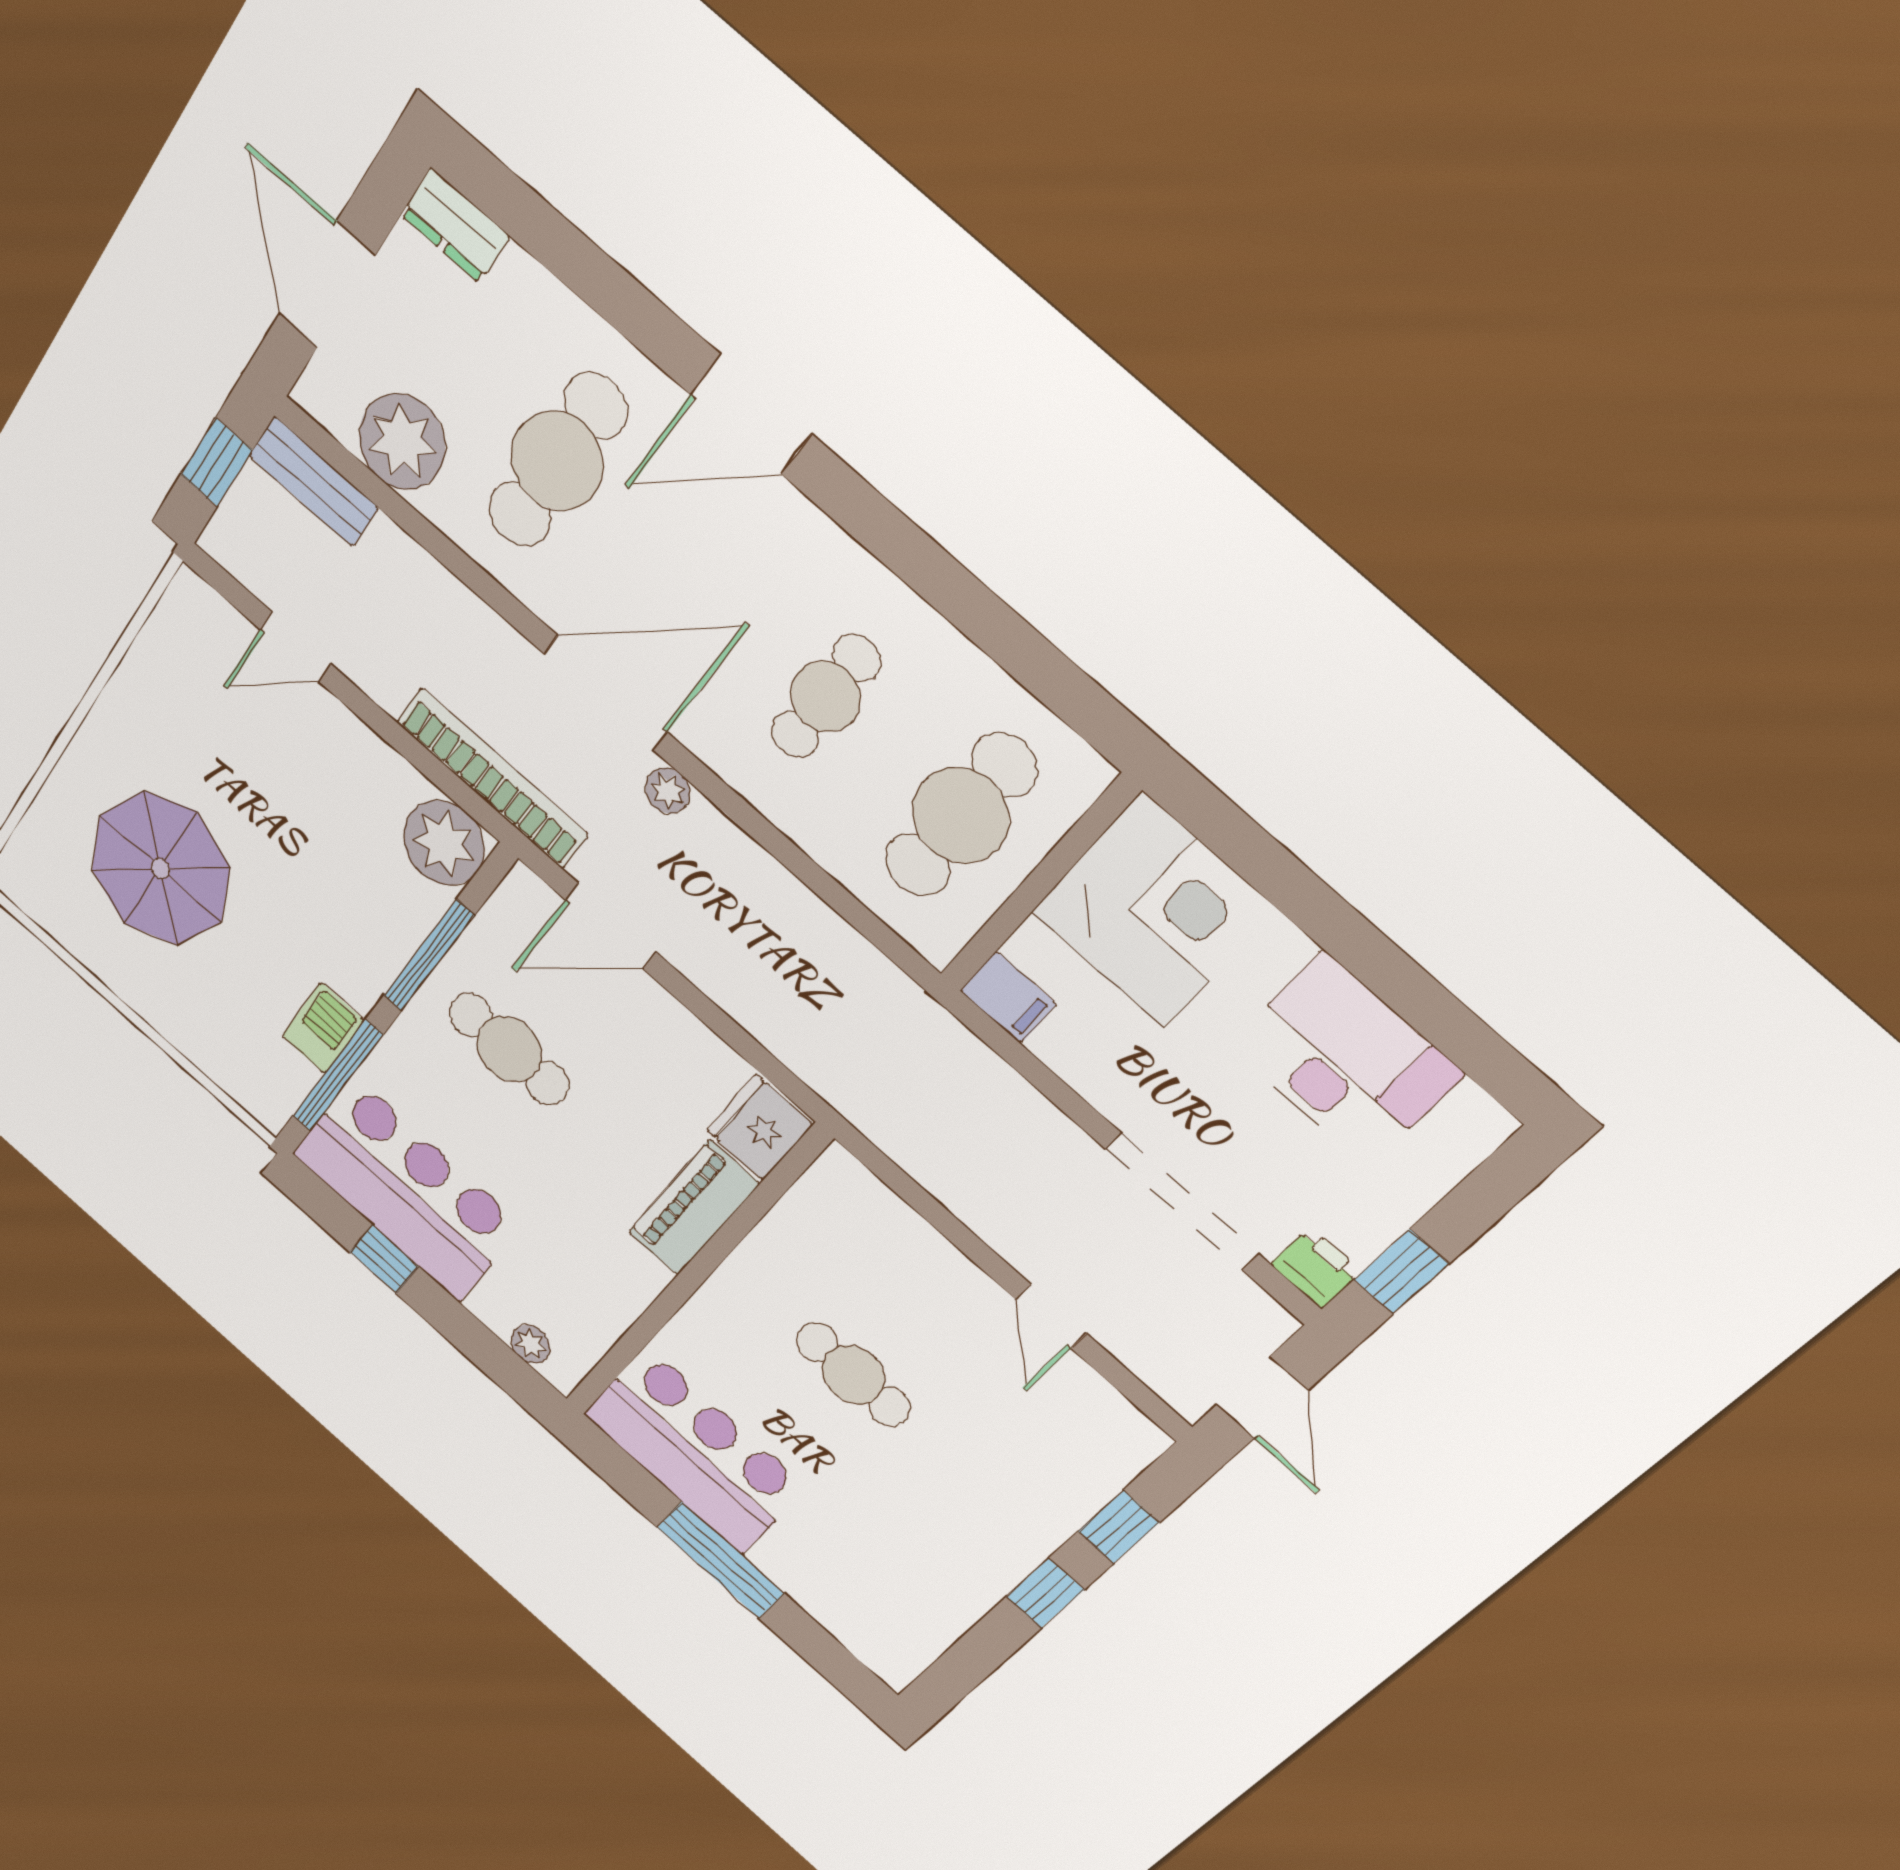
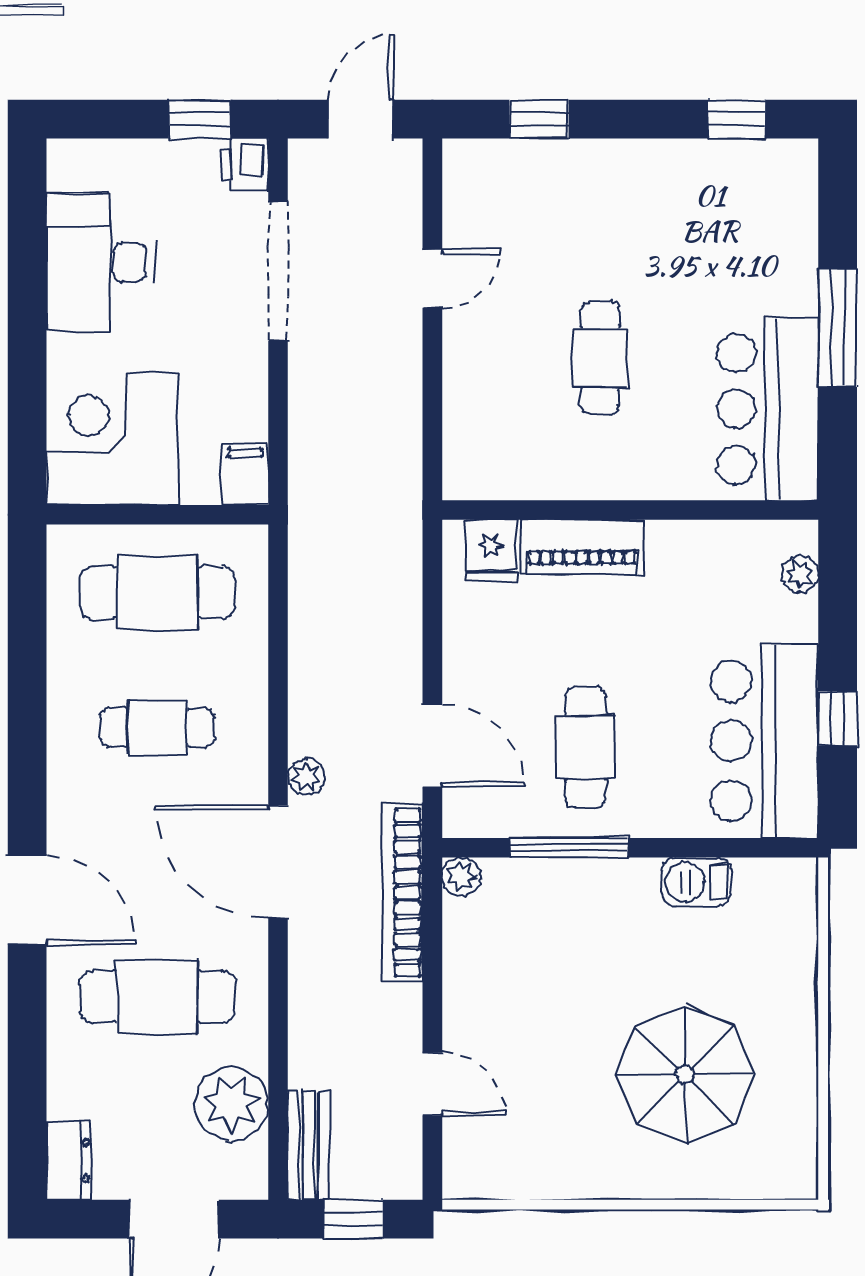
plant: (444, 843) -> (461, 877), width x0.53, depth x0.53
window: (338, 1076) -> (723, 848), removed
fridge: (760, 1127) -> (491, 550), width x0.72
window: (1045, 1593) -> (737, 119), moved

